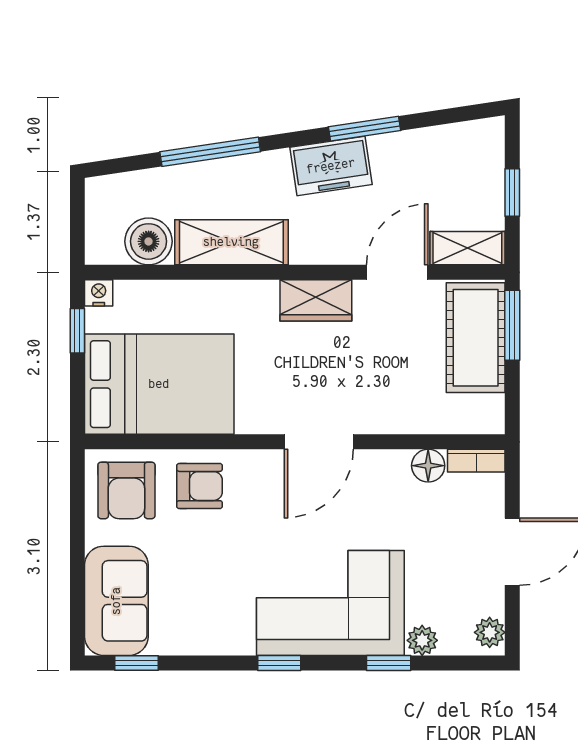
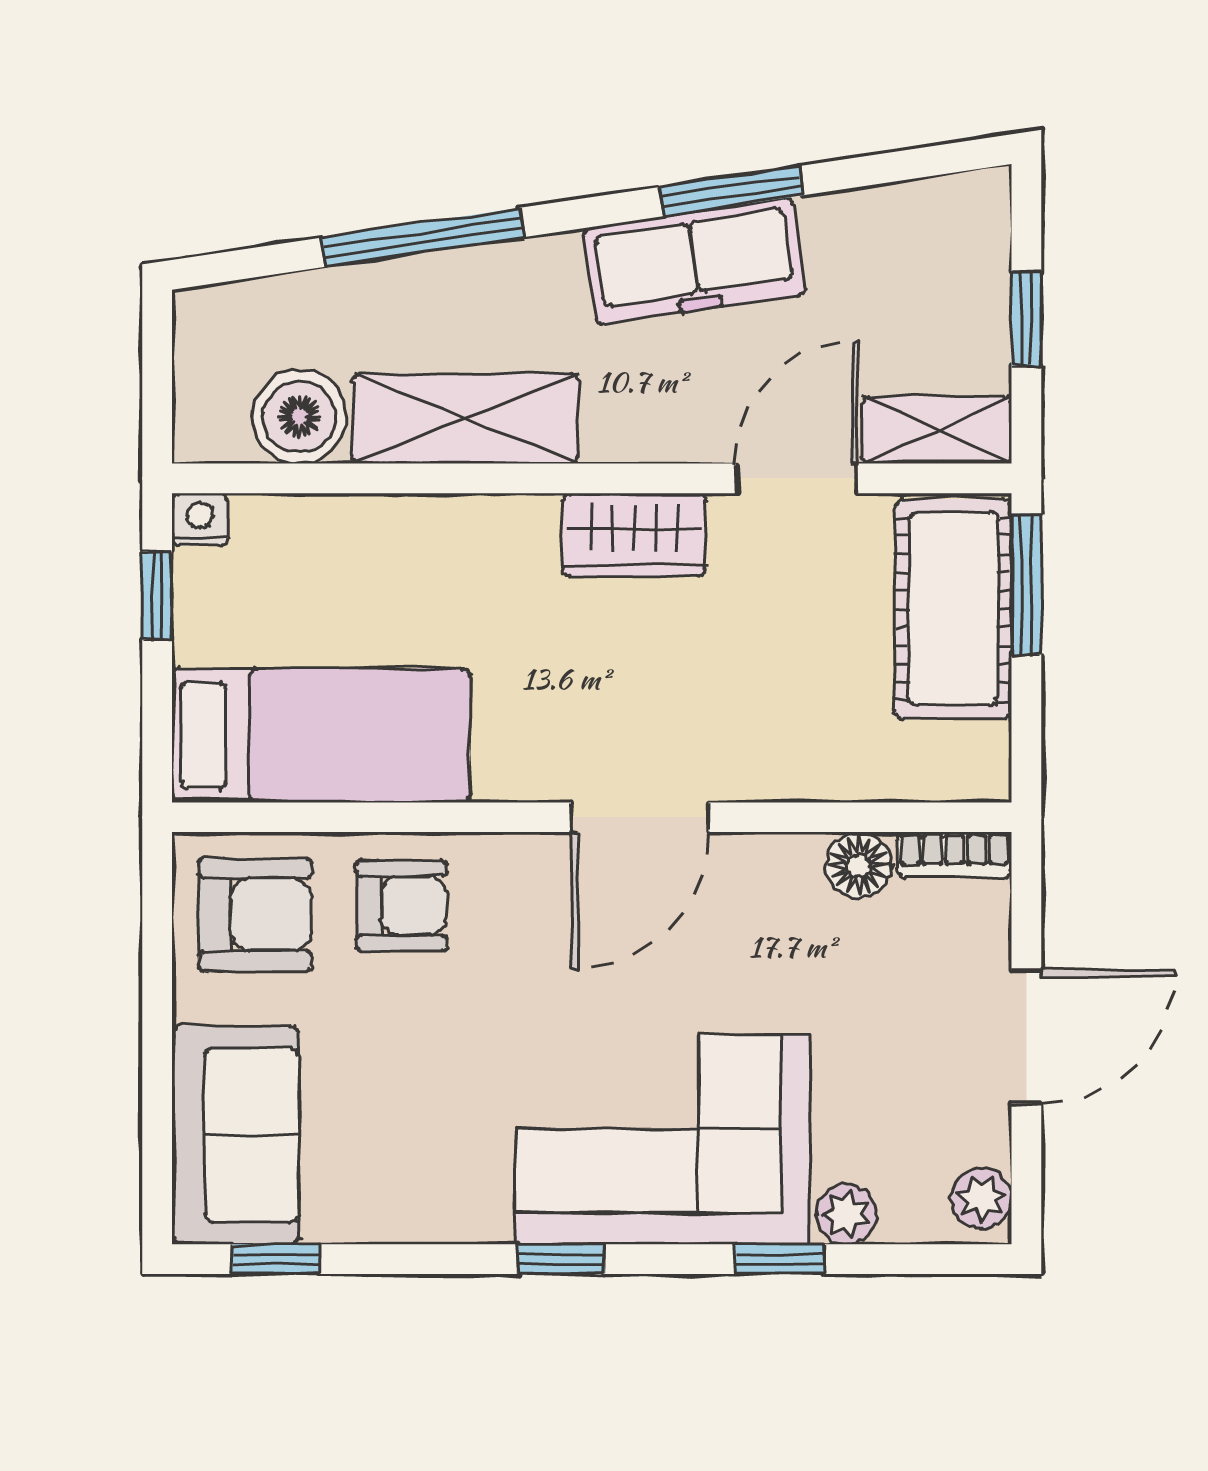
freezer: (331, 166) -> (694, 261), width x1.40
bed: (159, 384) -> (321, 735), width x0.67
armchair: (126, 490) -> (255, 914), turned -90

